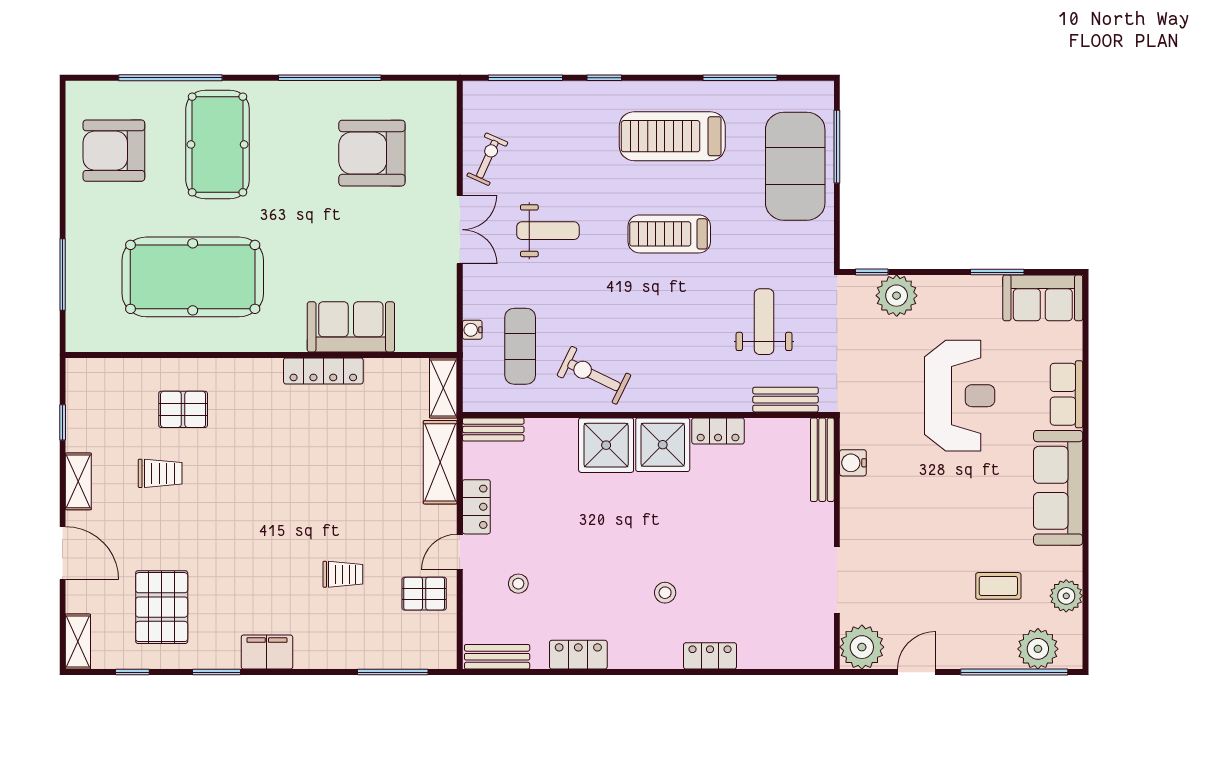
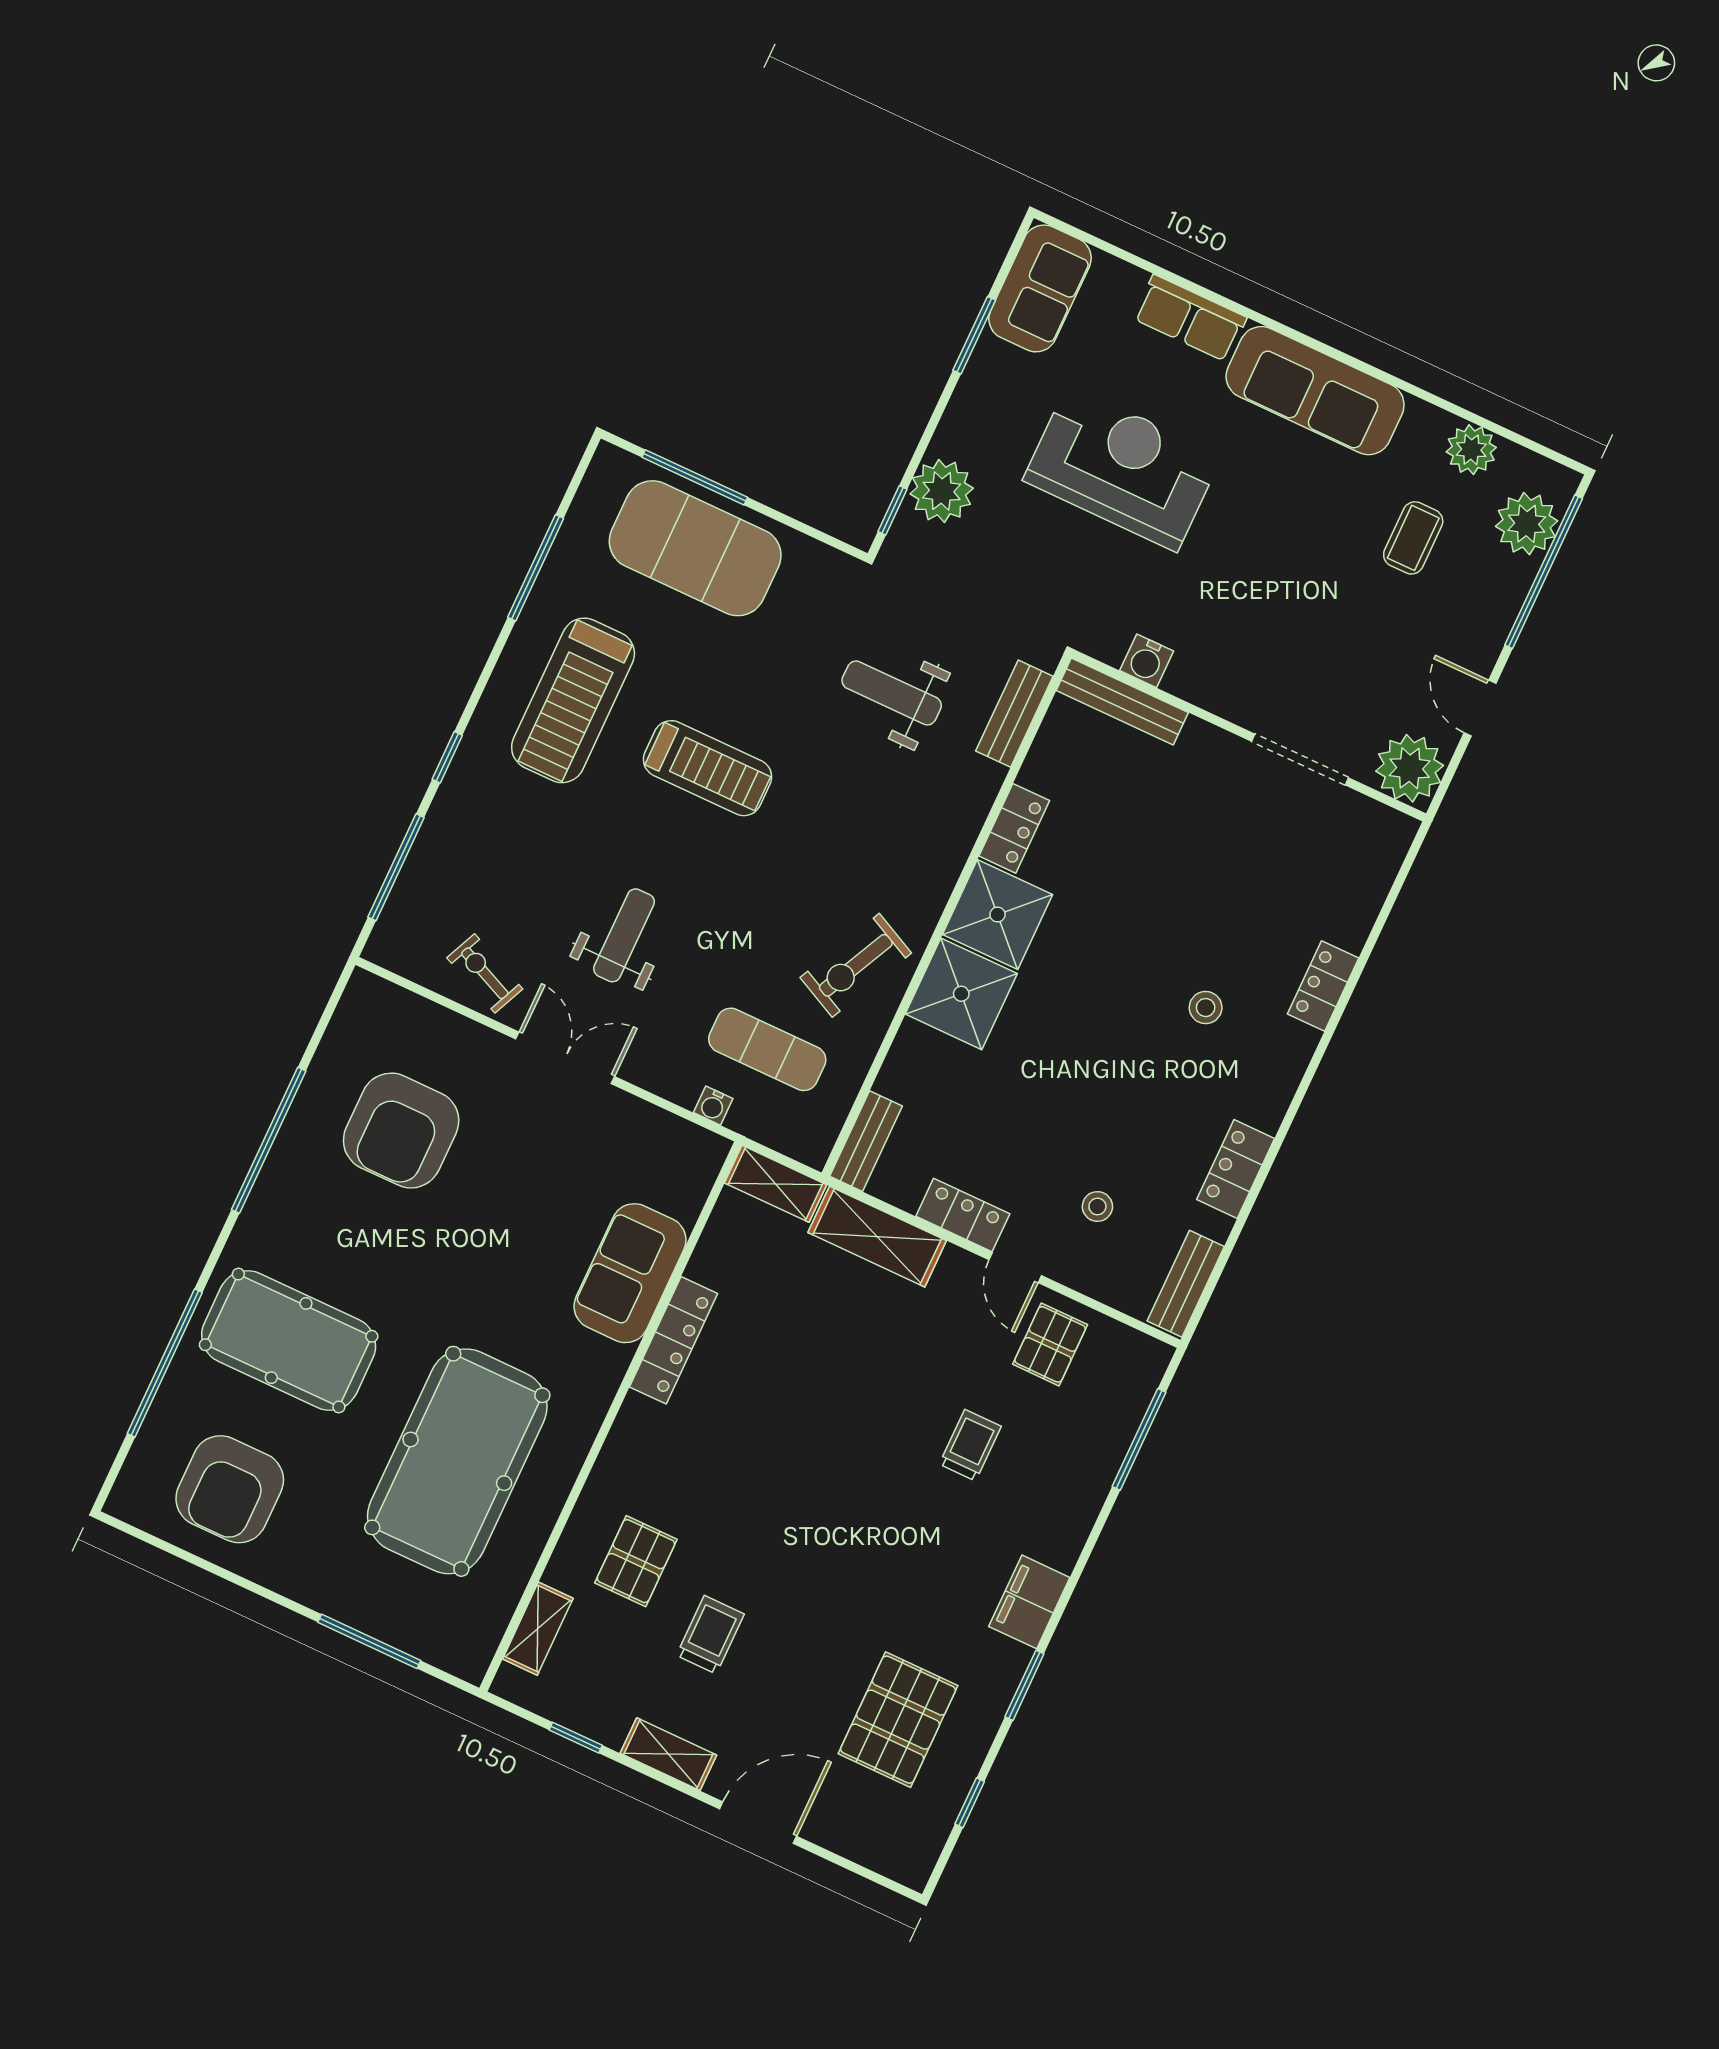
treadmill: (669, 234) -> (708, 768), turned -90
pallet: (162, 607) -> (898, 1720), turned 90
shelving: (78, 642) -> (538, 1629), moved, turned 90

